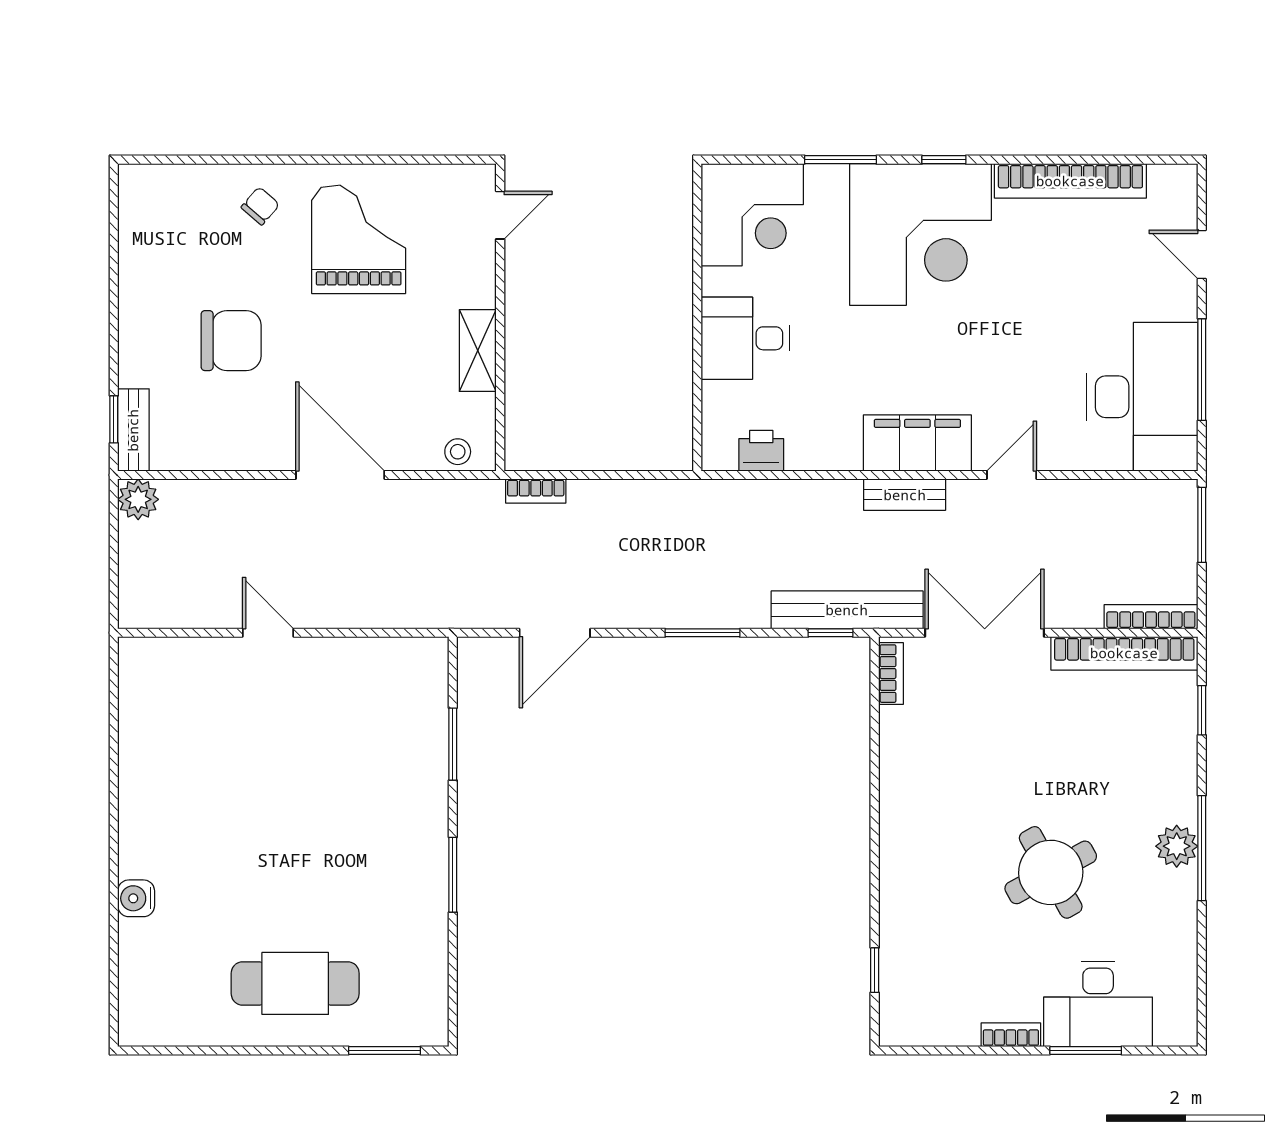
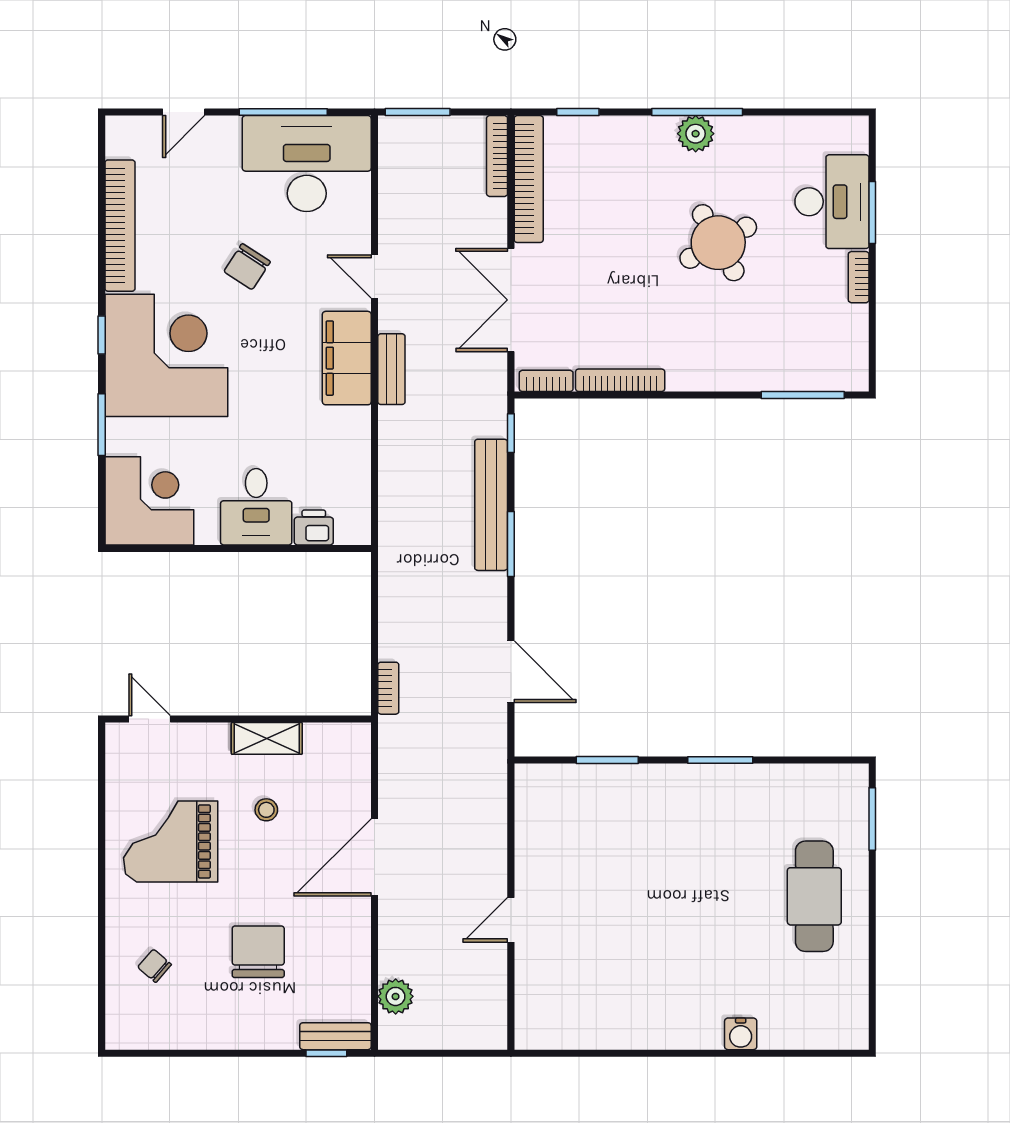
chair: (260, 206) -> (155, 966), moved
chair: (1023, 328) -> (247, 267), added
printer: (761, 451) -> (314, 527), moved, turned 90
stool: (458, 452) -> (266, 810), moved
plant: (138, 499) -> (396, 996), moved
bench: (847, 610) -> (491, 505), moved
bookcase: (892, 759) -> (620, 380), added
window: (875, 970) -> (803, 395), width x2.17

